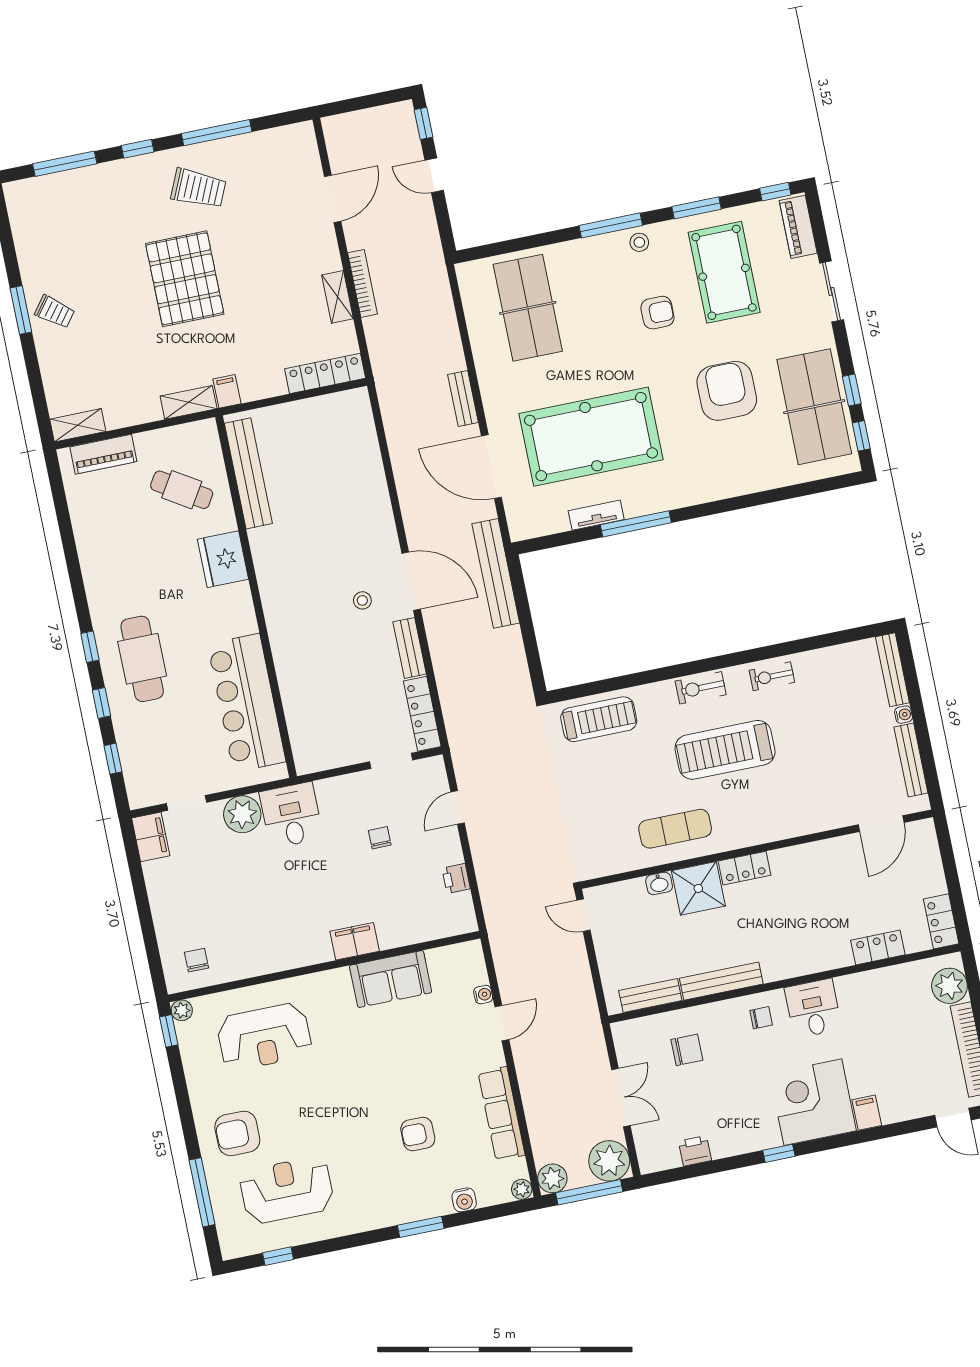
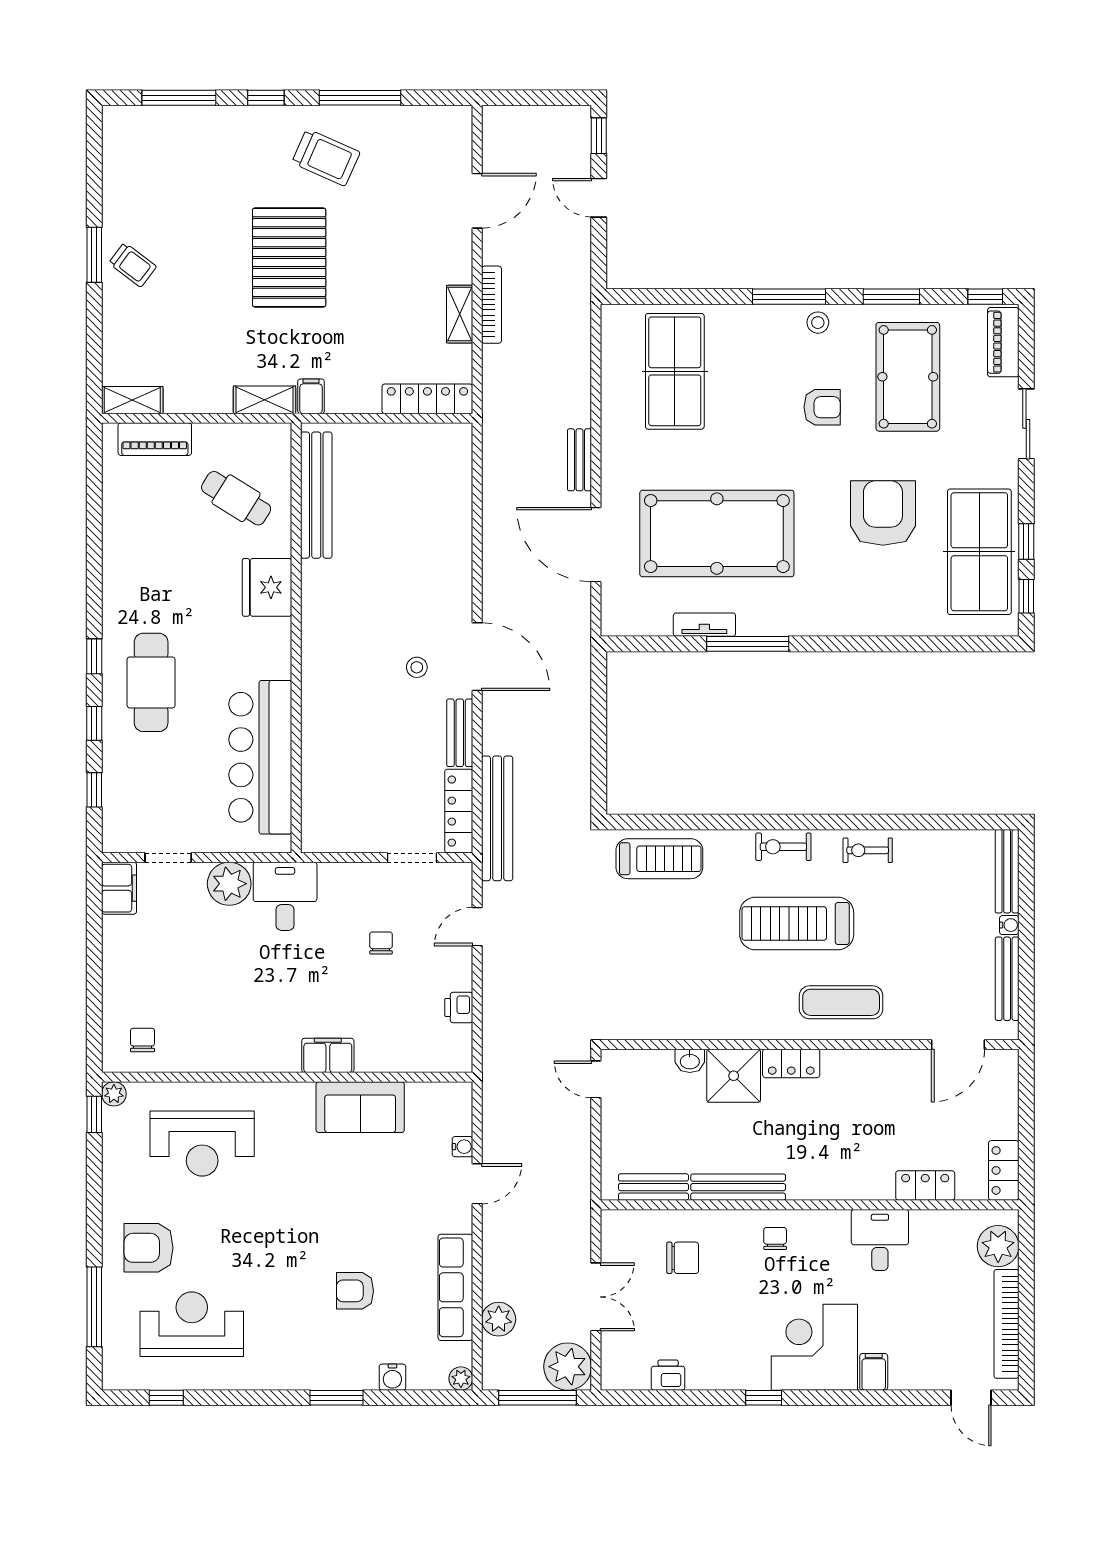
bench: (496, 573) -> (497, 818), moved
exercise mat: (675, 829) -> (841, 1002), moved
desk: (813, 1008) -> (880, 1240), moved
chair: (761, 1018) -> (775, 1238), turned -90
plant: (552, 1178) -> (499, 1319), moved

